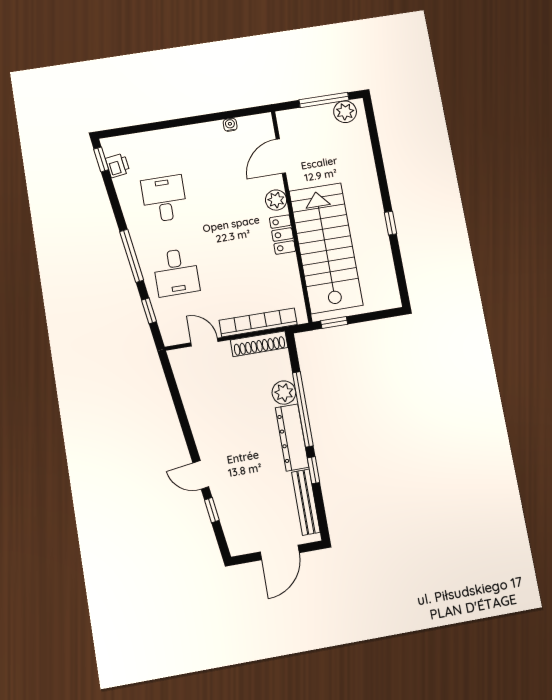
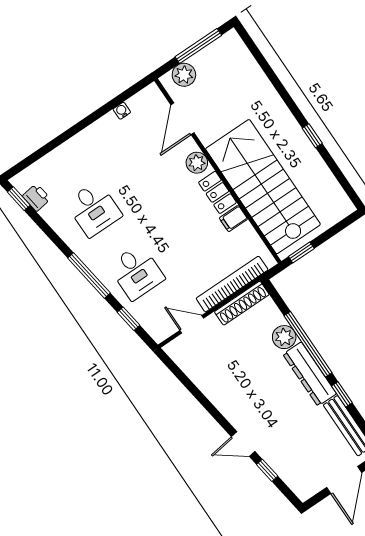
plant: (345, 112) -> (184, 75), moved
desk: (164, 199) -> (94, 209), turned 180
filing cabinet: (286, 264) -> (233, 219), added

